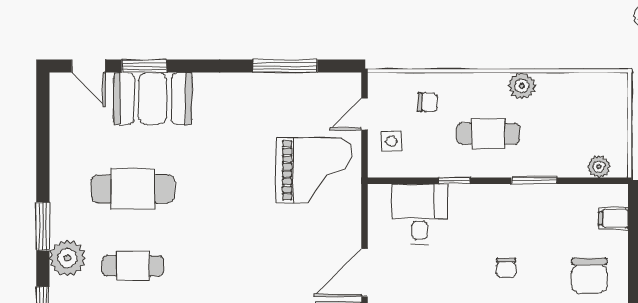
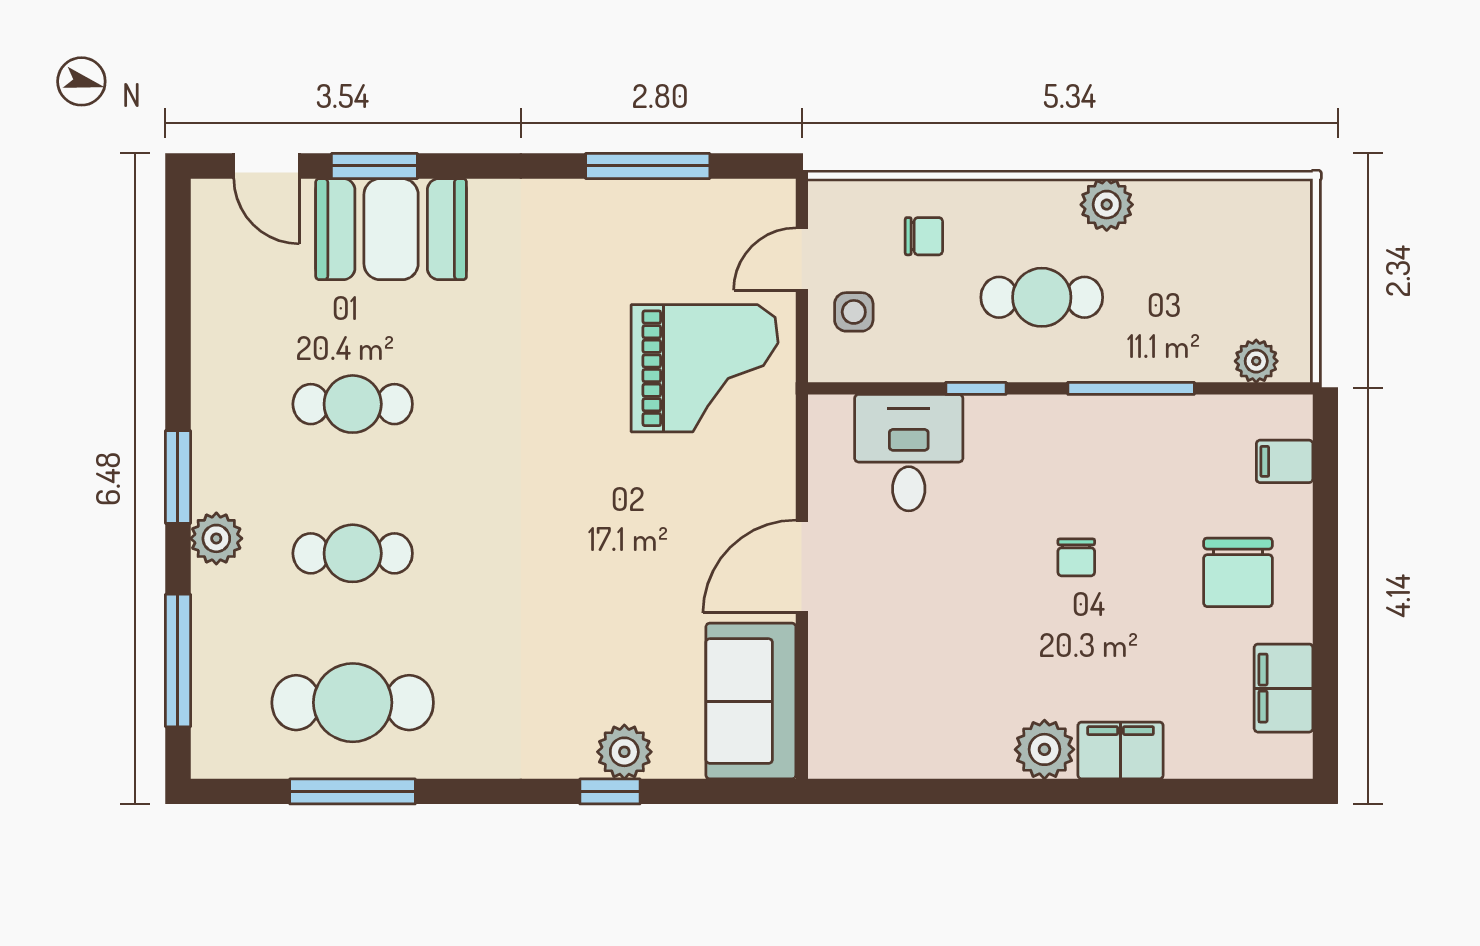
window: (534, 181) -> (1131, 388), width x1.44
cafe table: (133, 189) -> (353, 404), width x0.73, depth x0.74
plant: (67, 258) -> (216, 538), width x0.73, depth x0.73

